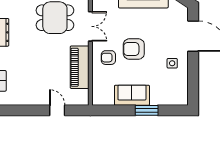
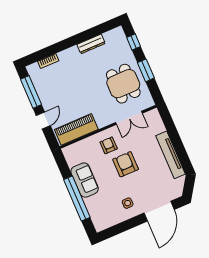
piano: (80, 67) -> (76, 129), moved
window: (25, 110) -> (31, 92), added
window: (147, 110) -> (77, 199), width x2.11

